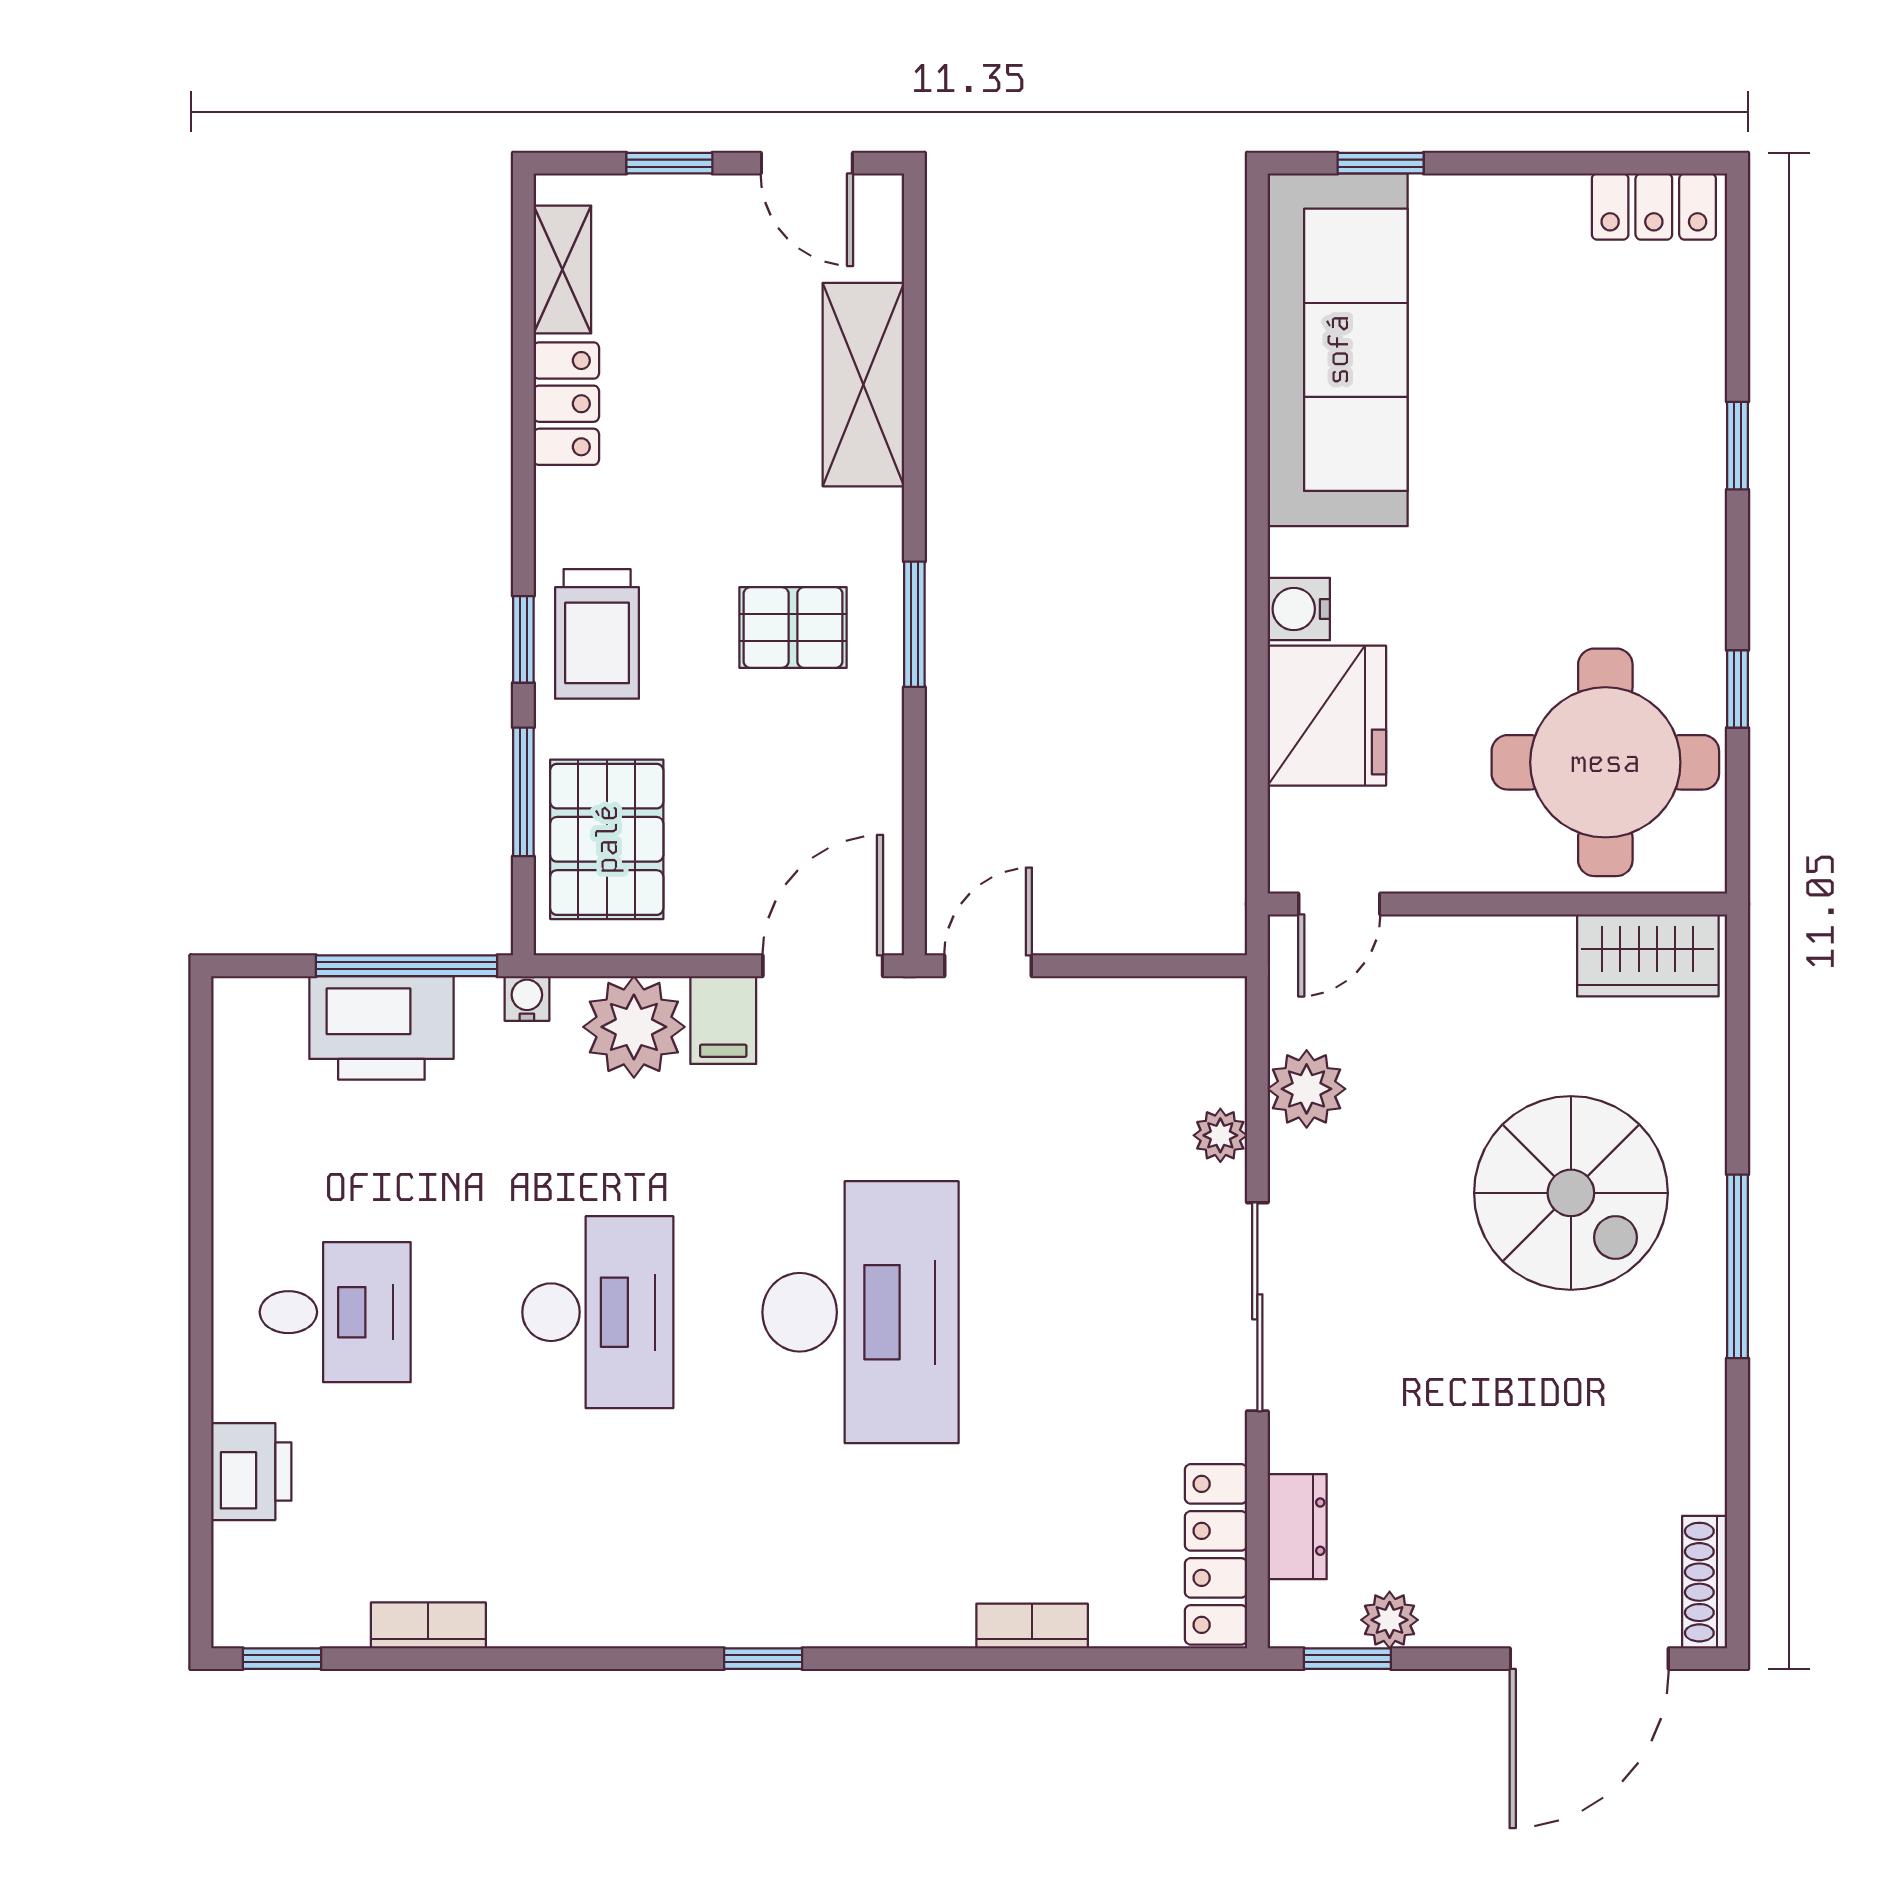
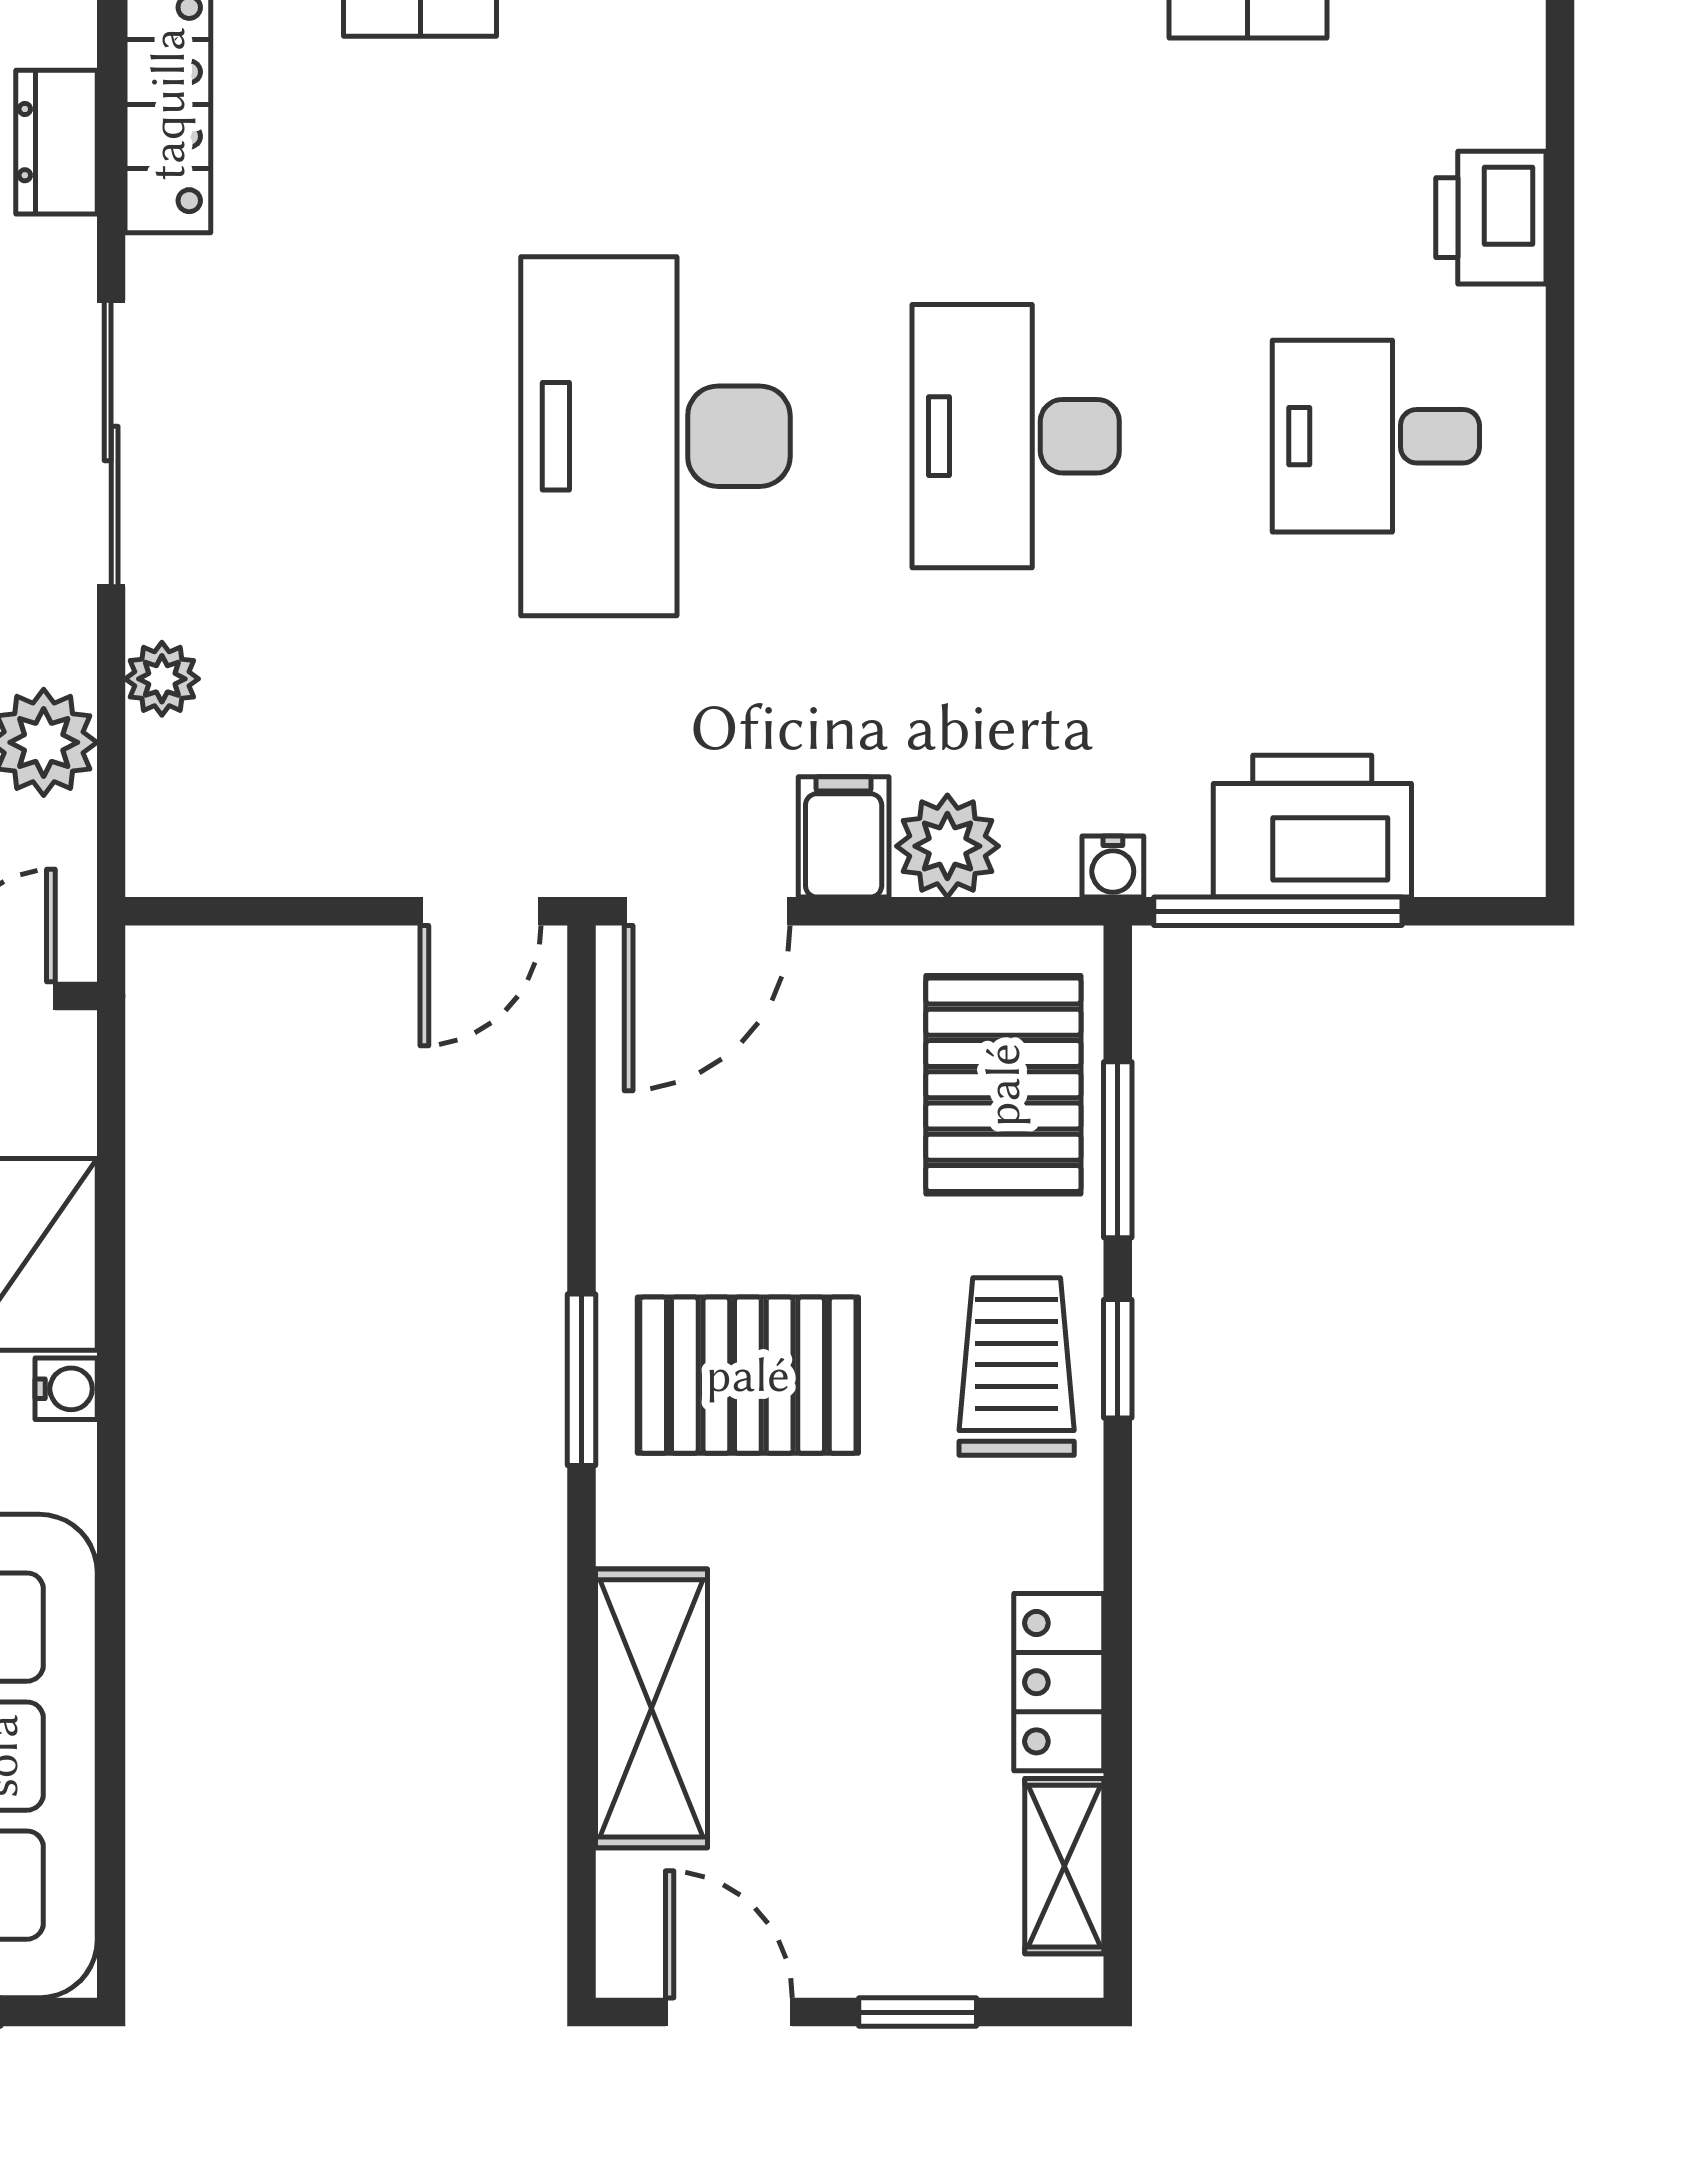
water cooler: (1299, 609) -> (66, 1389), width x0.72, depth x0.72
pallet: (793, 628) -> (748, 1375), width x1.50, depth x1.42
plant: (634, 1027) -> (947, 846), width x0.73, depth x0.73

